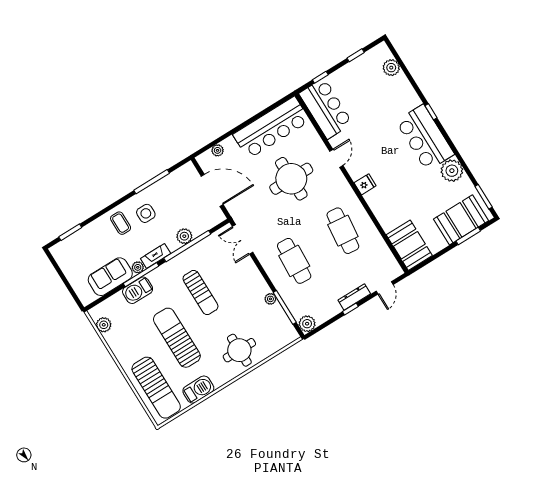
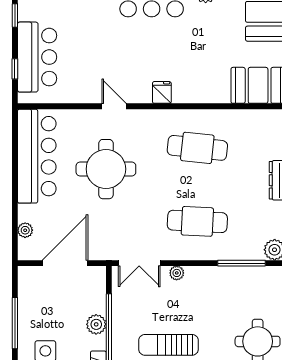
bar counter: (326, 108) -> (37, 57), moved, turned 90
sun lounger: (200, 293) -> (168, 345), turned 180
plant: (270, 299) -> (177, 273), moved

